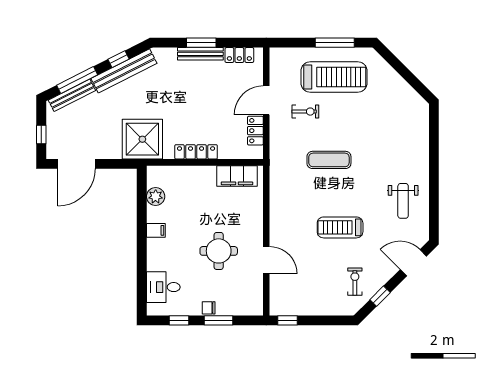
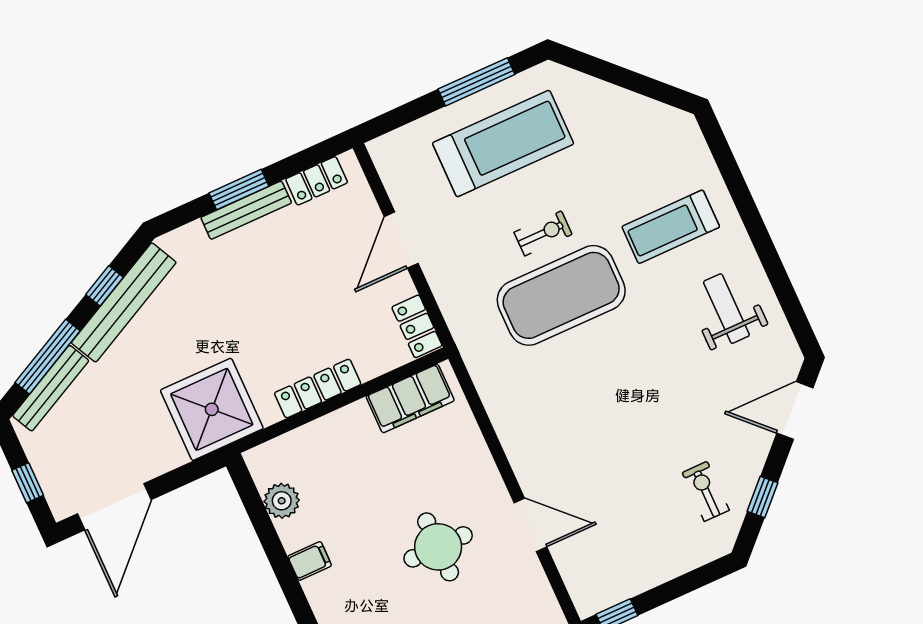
exercise bike: (305, 112) -> (543, 233), moved
locker: (255, 131) -> (417, 326), moved
exercise mat: (329, 160) -> (561, 295), width x2.00, depth x1.45
weight bench: (403, 201) -> (726, 309), turned 180
treadmill: (340, 227) -> (671, 227), moved

